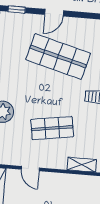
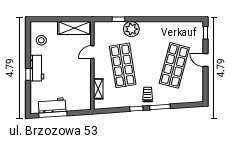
shop shelf: (52, 128) -> (123, 65), width x1.43, depth x1.36

